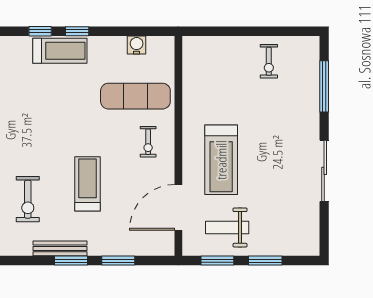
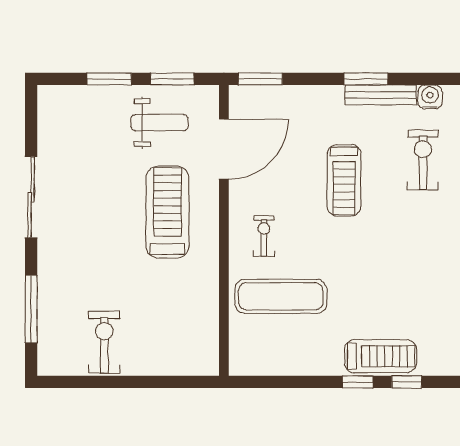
water cooler: (137, 45) -> (430, 97), moved, turned 180
treadmill: (60, 51) -> (381, 356), turned 180
exercise bike: (269, 61) -> (104, 342), width x1.38, depth x1.39
window: (118, 261) -> (260, 79), moved

